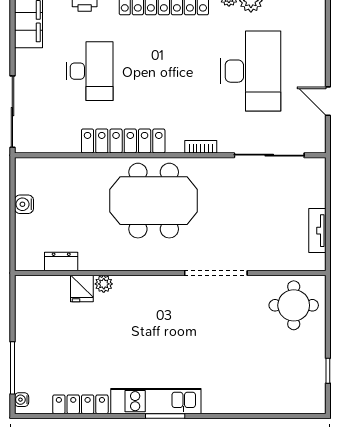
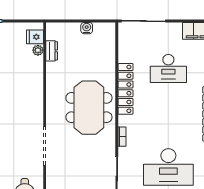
plant: (104, 284) -> (38, 50), moved
fridge: (82, 288) -> (35, 37), moved

